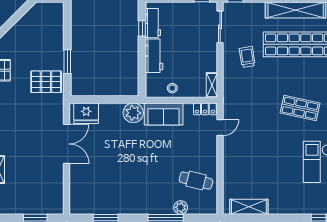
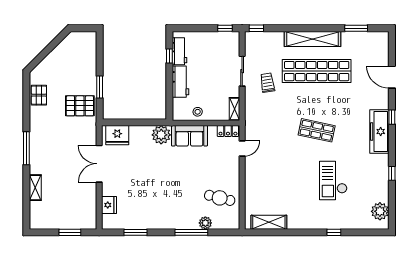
sliding door: (220, 27) -> (242, 71), moved
double door: (67, 144) -> (99, 164), swing flipped
fridge: (77, 188) -> (109, 205), added

